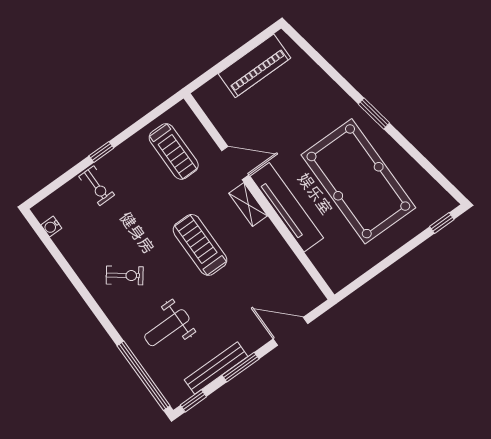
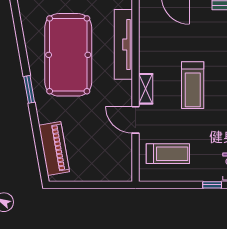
piano: (254, 66) -> (54, 148), moved, turned 80
treadmill: (174, 151) -> (168, 154), turned 90
tv unit: (287, 207) -> (123, 44), moved

